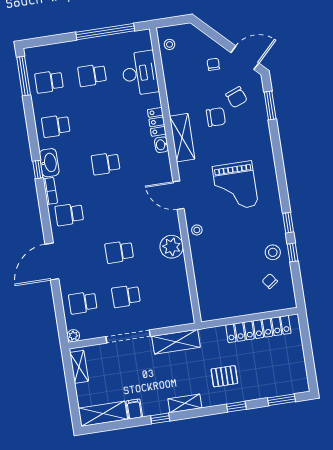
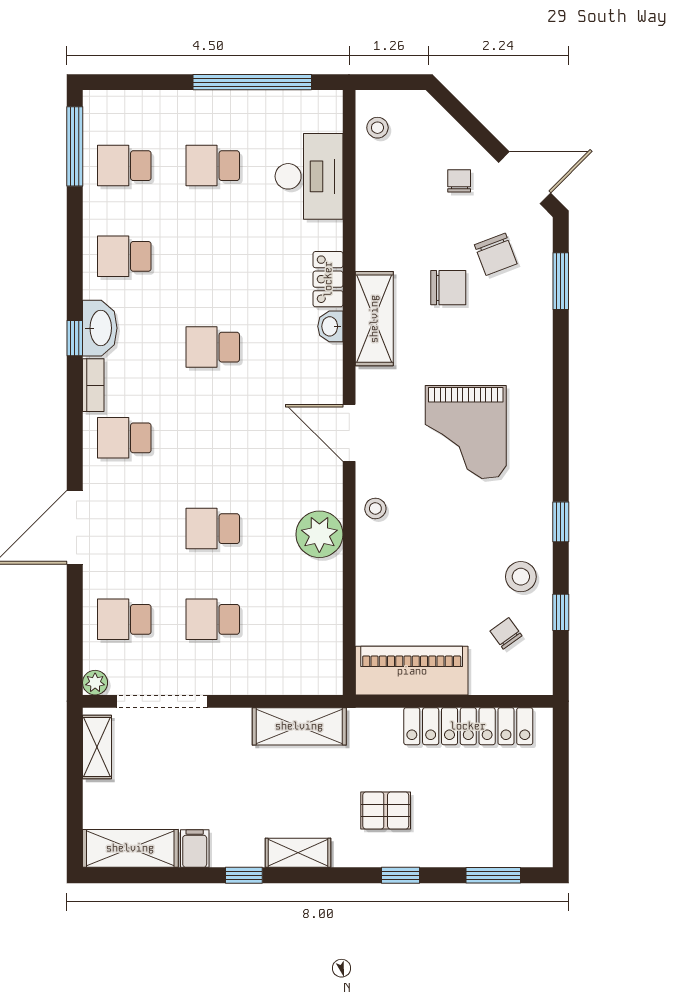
window: (293, 252) -> (561, 612), moved
piano: (227, 306) -> (412, 671), added
doorway: (128, 337) -> (162, 701), moved

